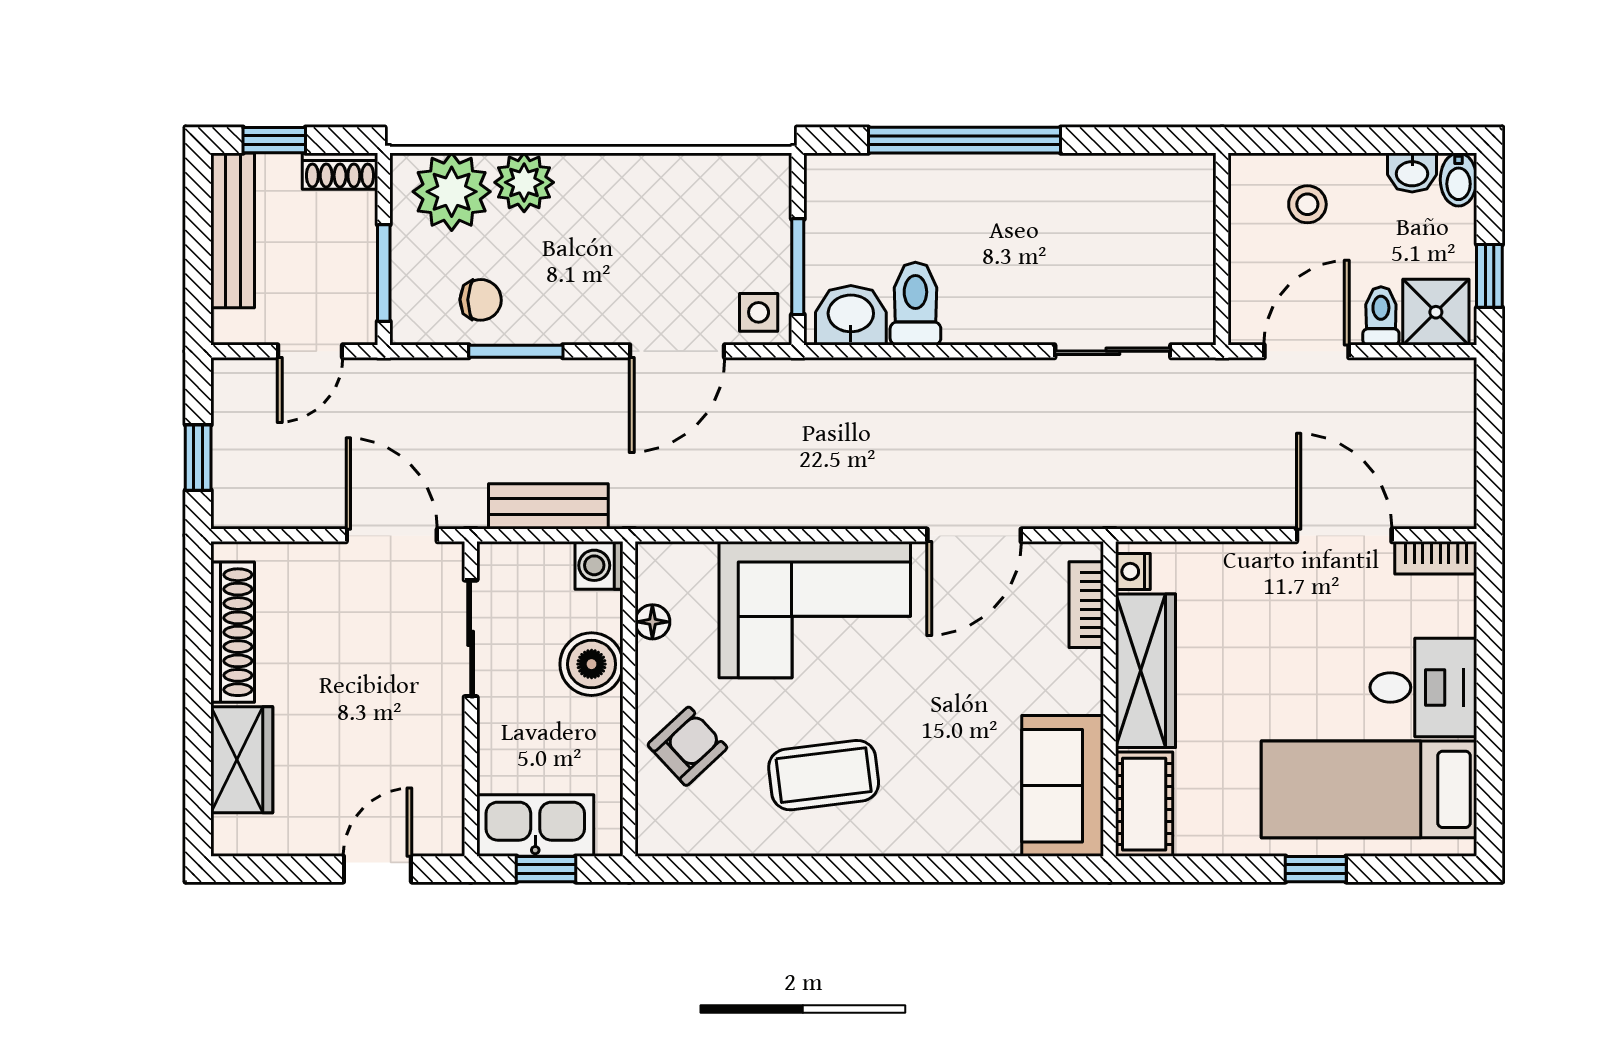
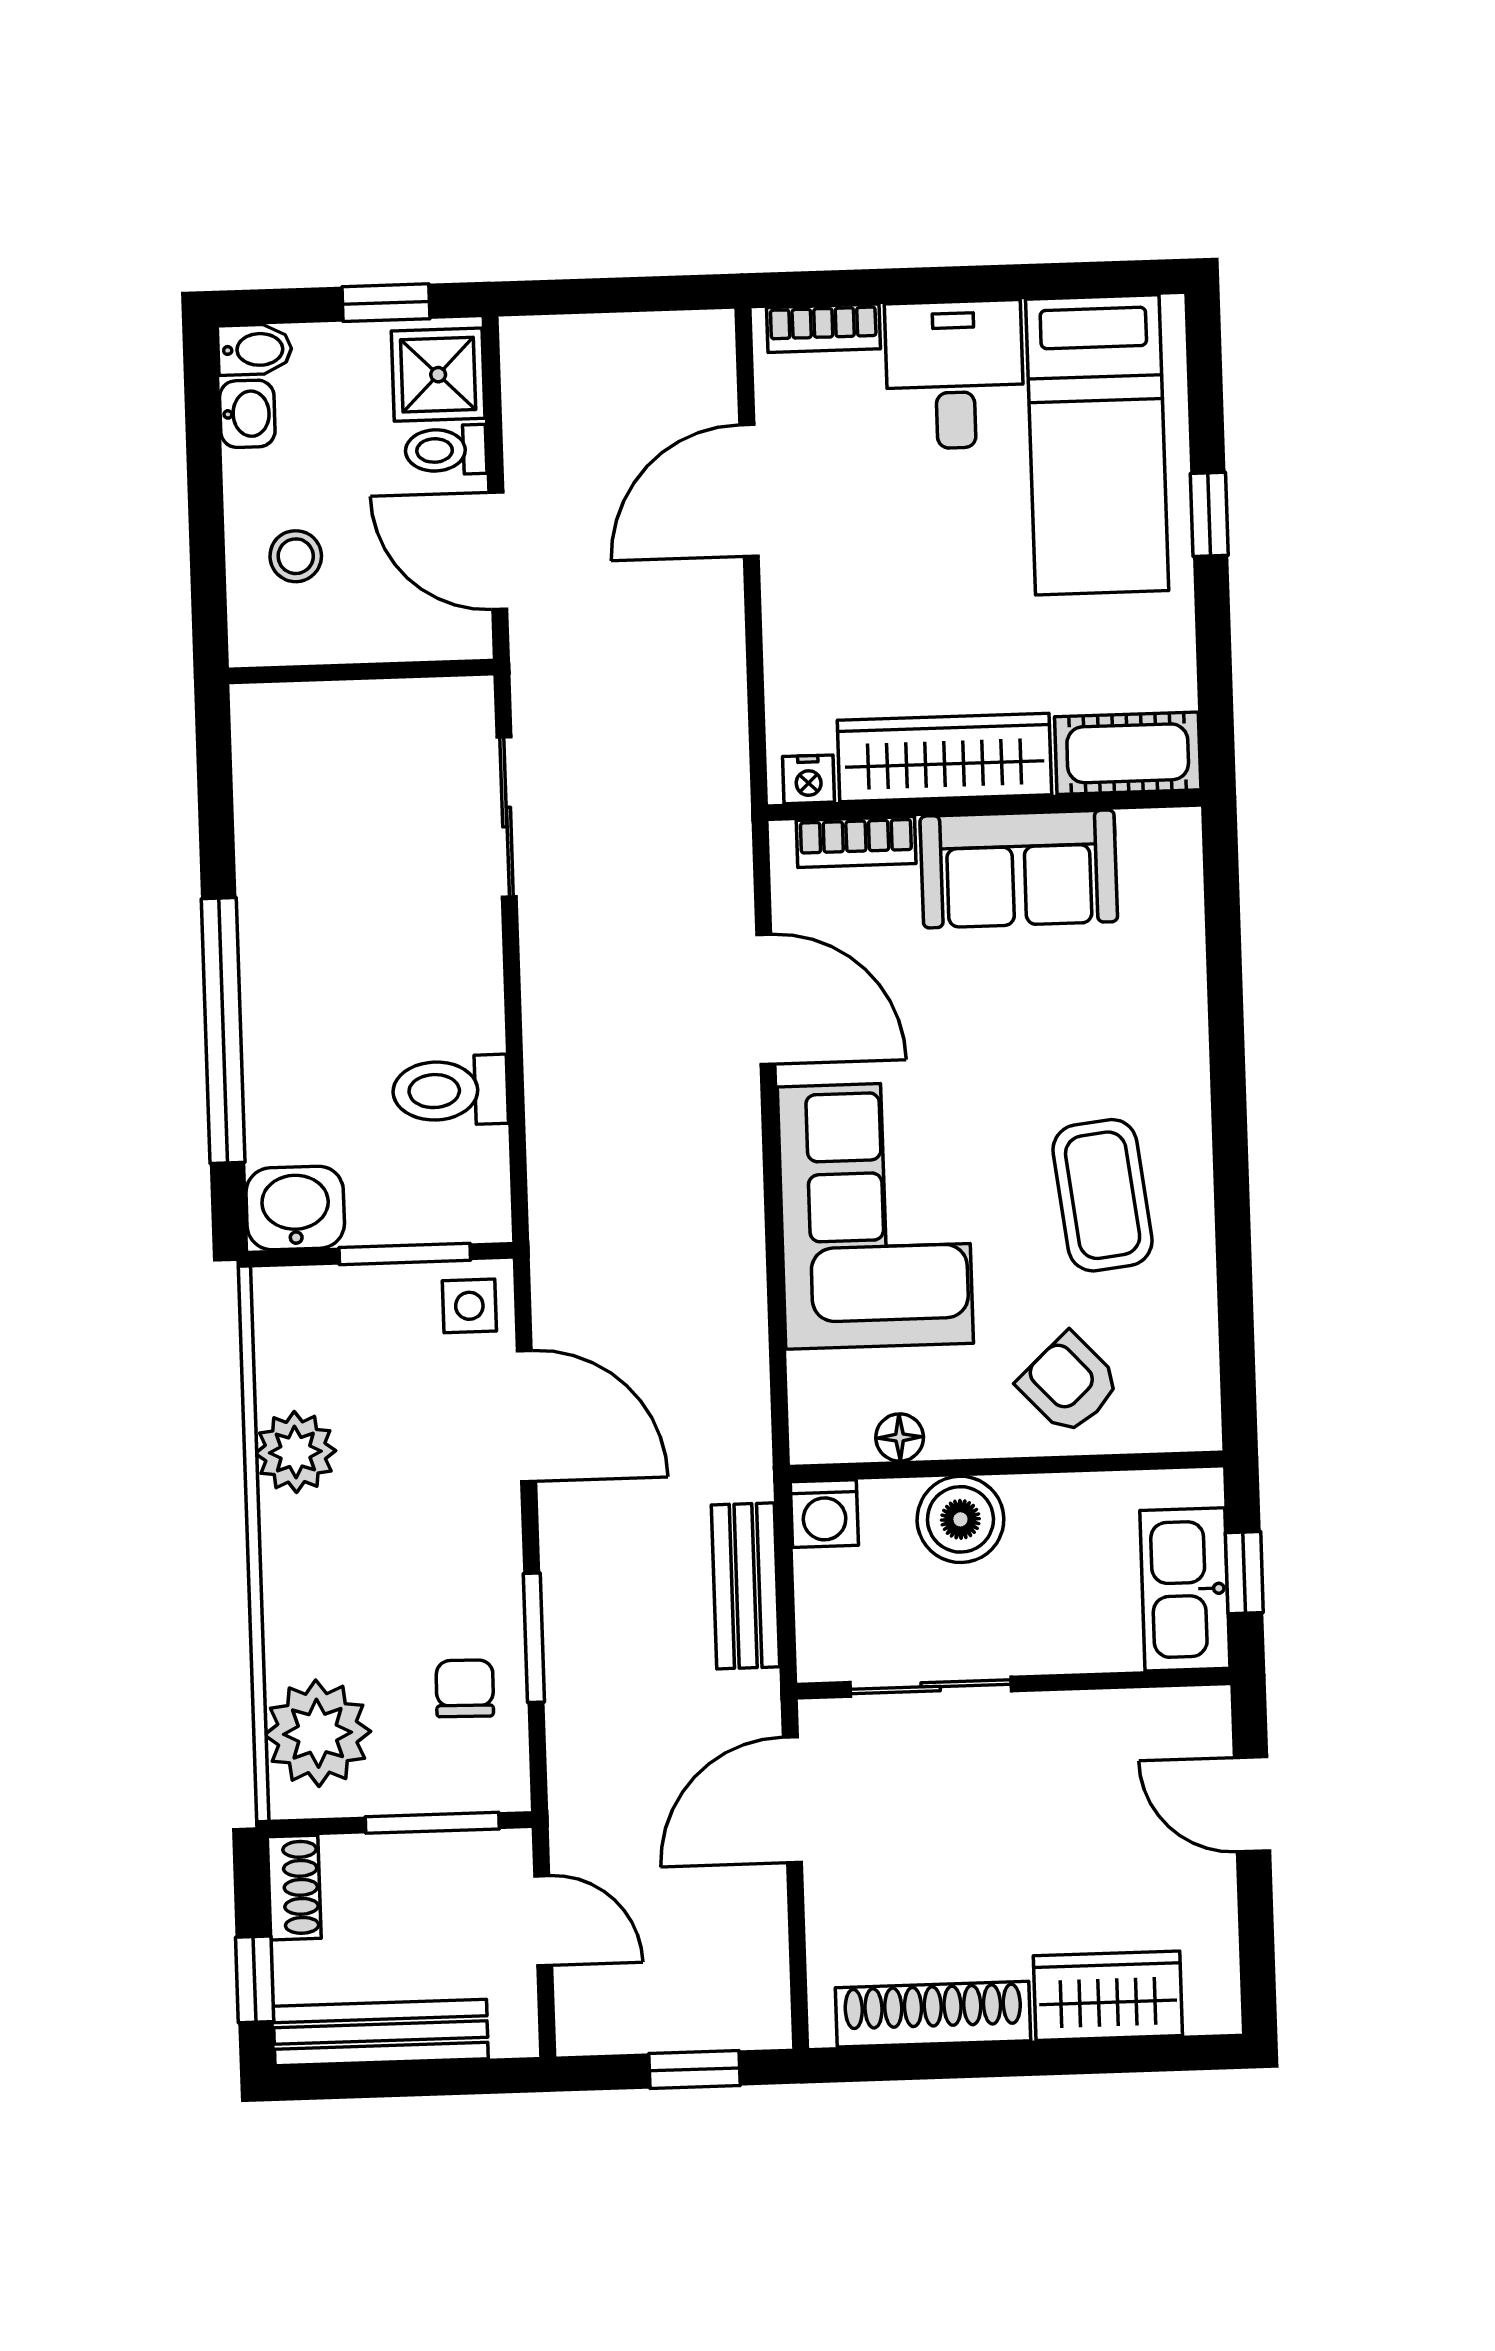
plant: (524, 182) -> (295, 1452), moved
washbasin: (851, 315) -> (295, 1208), moved, turned 90
bookcase: (1436, 558) -> (823, 328), moved, turned 90
sofa: (1063, 786) -> (1019, 869), moved

